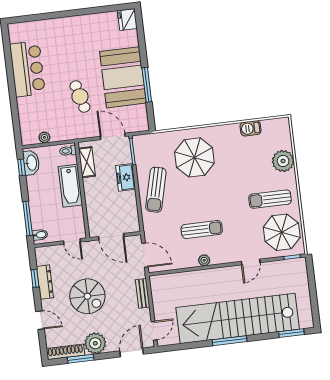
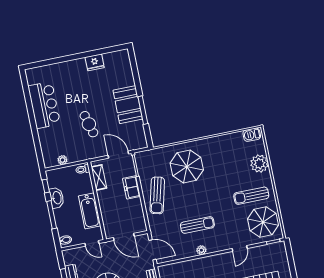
fridge: (127, 20) -> (95, 62), moved, turned -90
booth: (123, 77) -> (128, 105), width x0.73, depth x0.70
barbecue: (251, 128) -> (252, 135), moved
washbasin: (31, 163) -> (57, 198), moved
bathtub: (70, 186) -> (90, 211), moved
window: (28, 218) -> (52, 215), moved

